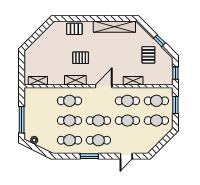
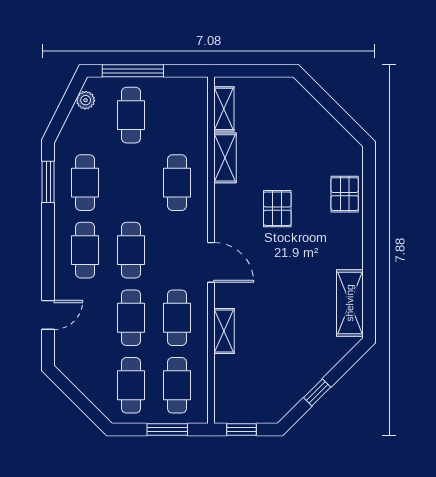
shelving: (114, 27) -> (350, 303), width x0.68
pallet: (148, 55) -> (284, 367), removed
shelving: (75, 80) -> (225, 158), moved
cafe table: (69, 121) -> (131, 115), moved
window: (89, 156) -> (48, 182), moved
door: (126, 156) -> (48, 315), swing flipped

